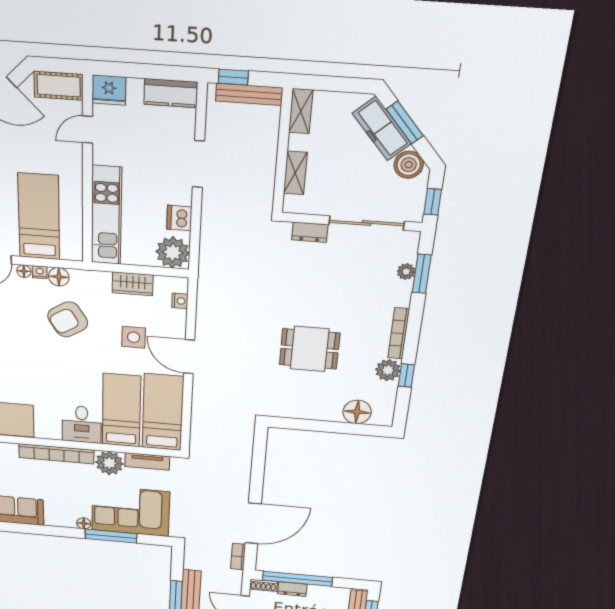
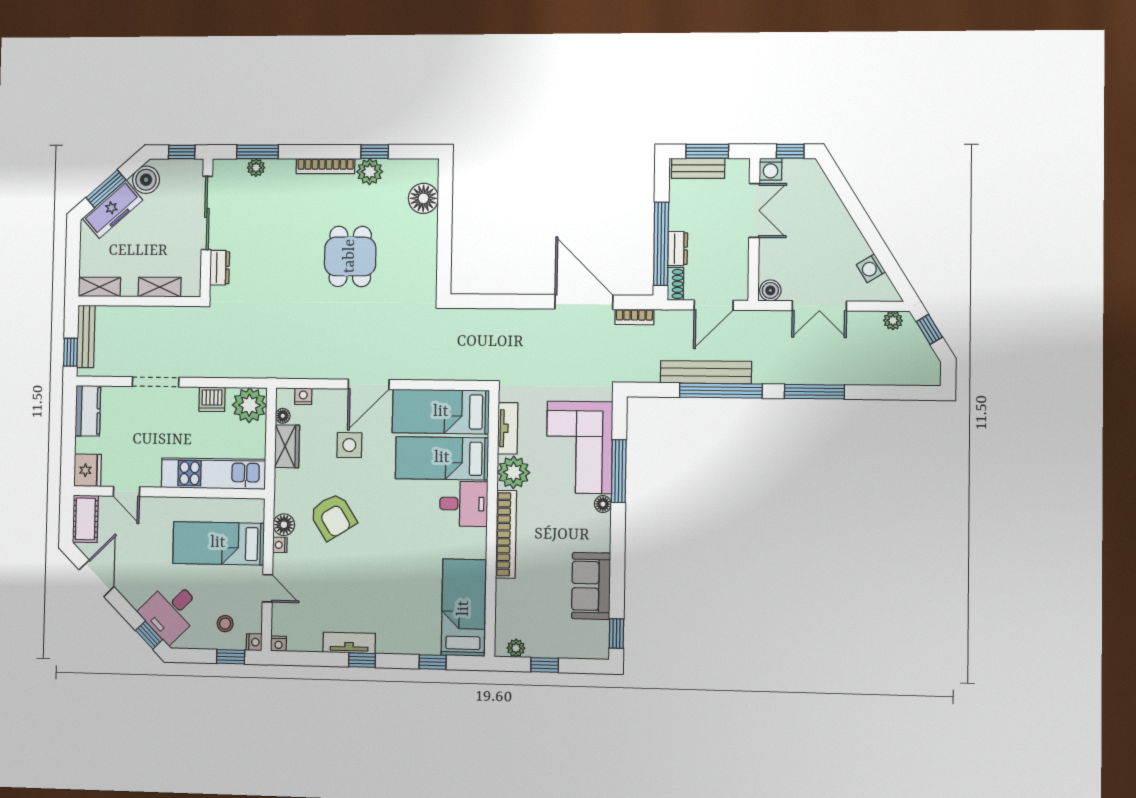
floor lamp: (24, 271) -> (283, 416), moved

